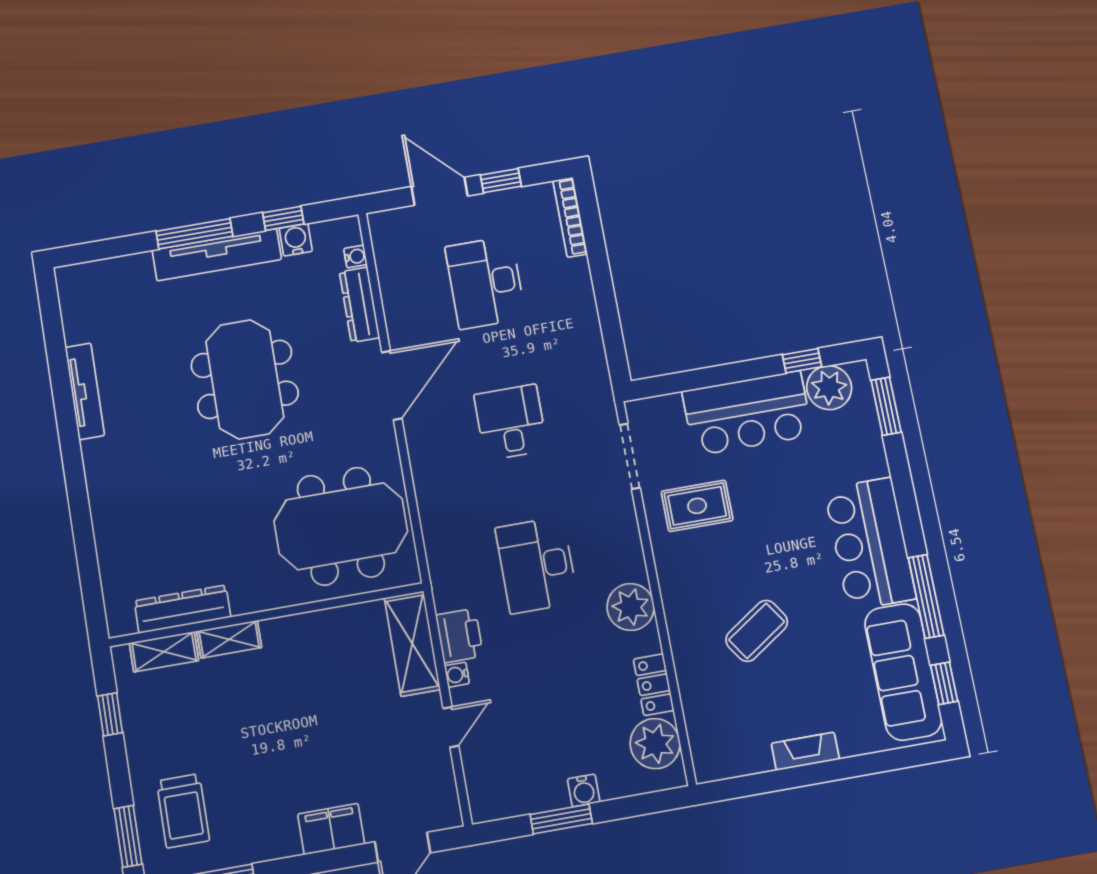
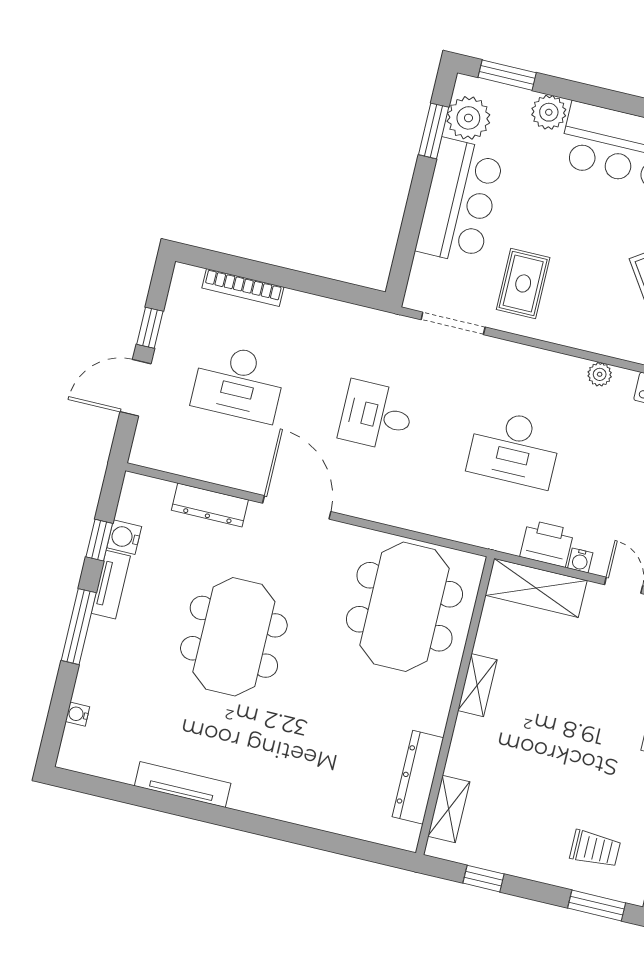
bookcase: (570, 217) -> (243, 287), moved
tv unit: (217, 255) -> (111, 585), width x0.52, depth x0.78
water cooler: (355, 256) -> (78, 714), moved, turned -90
window: (802, 361) -> (434, 131), width x1.50
meeting table: (245, 379) -> (234, 637), turned 90
plant: (869, 460) -> (549, 112), added
plant: (631, 607) -> (600, 374), width x0.53, depth x0.53
shelving: (229, 639) -> (477, 685), moved
trolley: (183, 811) -> (595, 849), width x0.73, depth x0.72

